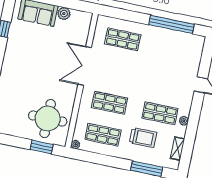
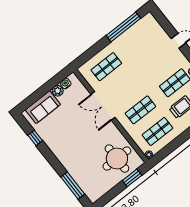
water cooler: (77, 15) -> (66, 84), added

